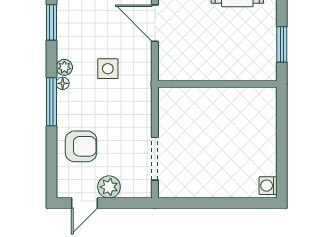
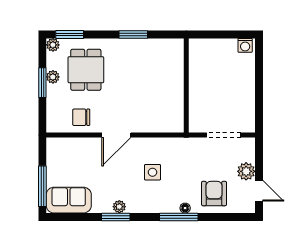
plant: (64, 67) -> (119, 207), moved
floor lamp: (63, 83) -> (185, 208), moved
wall: (217, 84) -> (186, 85), moved

